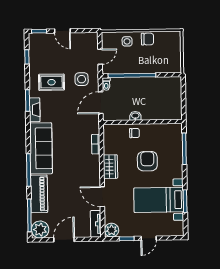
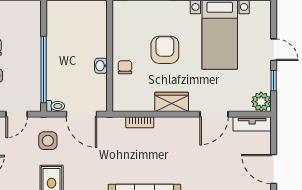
door: (100, 57) -> (17, 114), swing flipped
armchair: (147, 161) -> (165, 50), turned 90

